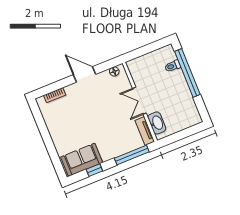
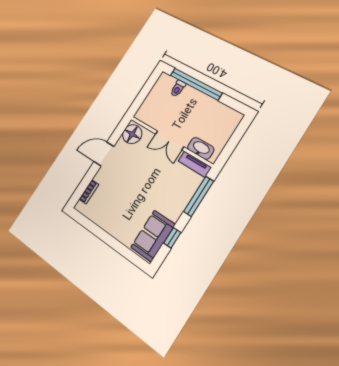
floor lamp: (114, 71) -> (132, 134), width x1.89, depth x1.89

